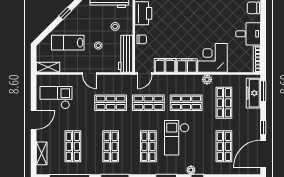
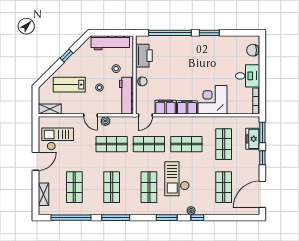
plant: (207, 80) -> (105, 121), moved
freezer: (253, 93) -> (253, 139), width x0.71
window: (263, 128) -> (262, 158), moved

